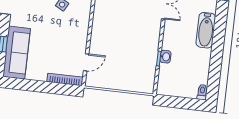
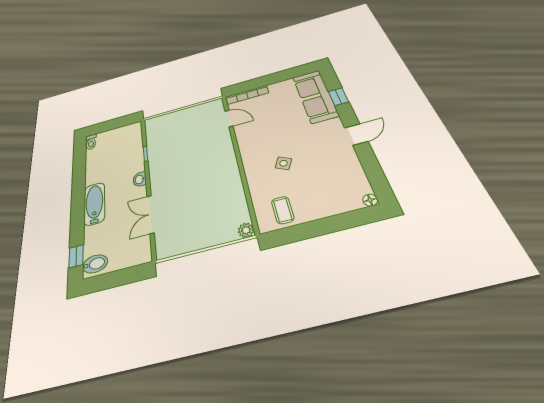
washbasin: (165, 57) -> (140, 179), moved
door: (86, 62) -> (229, 119), swing flipped

